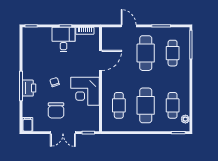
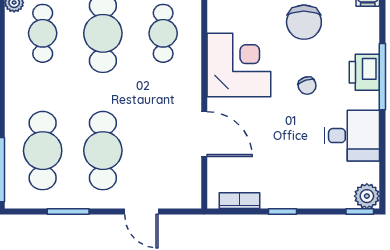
plant: (28, 33) -> (367, 196), added
desk: (64, 39) -> (352, 136), moved, turned -90
cafe table: (173, 53) -> (43, 151), width x1.37, depth x1.35
door: (101, 60) -> (204, 134), swing flipped
chair: (56, 110) -> (304, 22), turned 180

